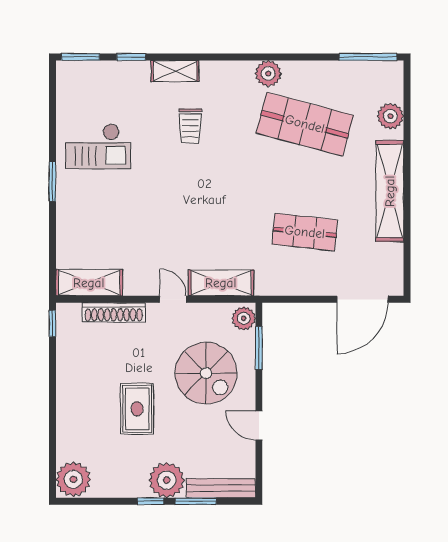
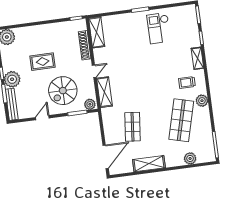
trolley: (190, 126) -> (187, 82), moved
shelving: (390, 191) -> (149, 164), width x0.68
door: (362, 299) -> (106, 157), swing flipped

